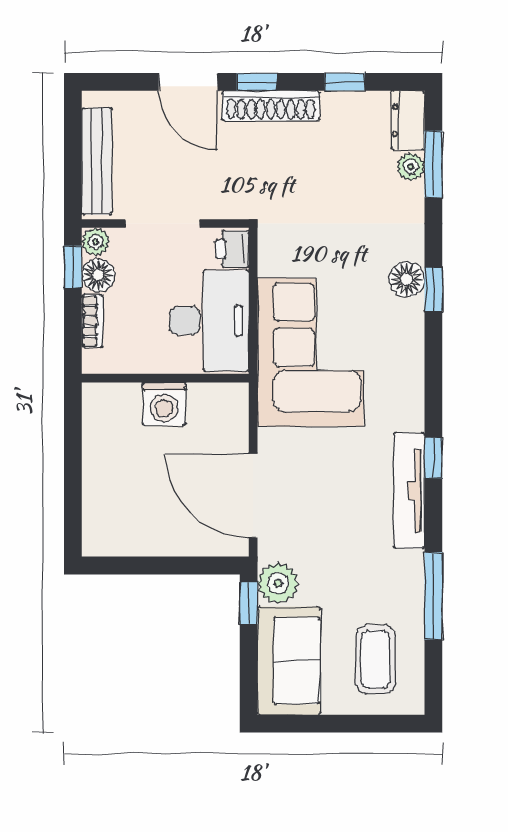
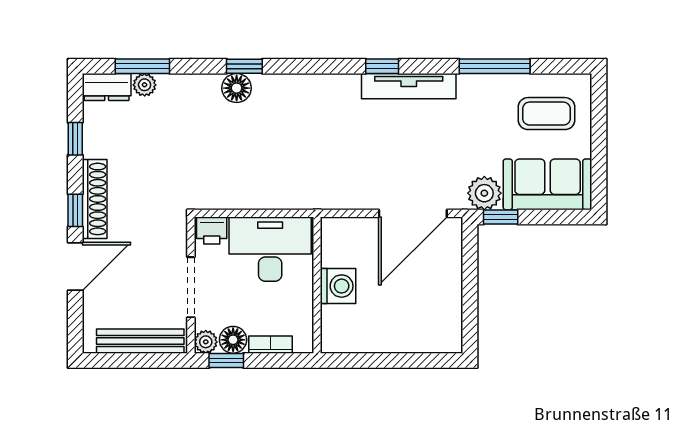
corner sofa: (310, 352) -> (296, 167), removed

